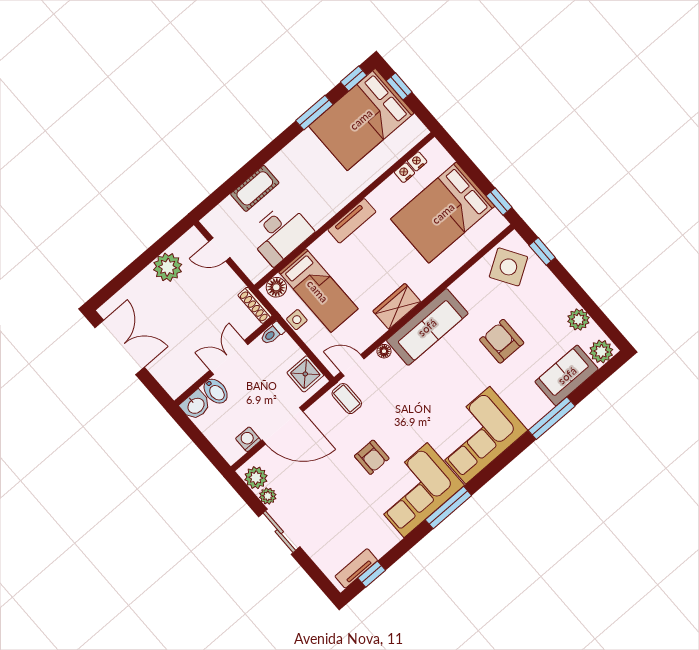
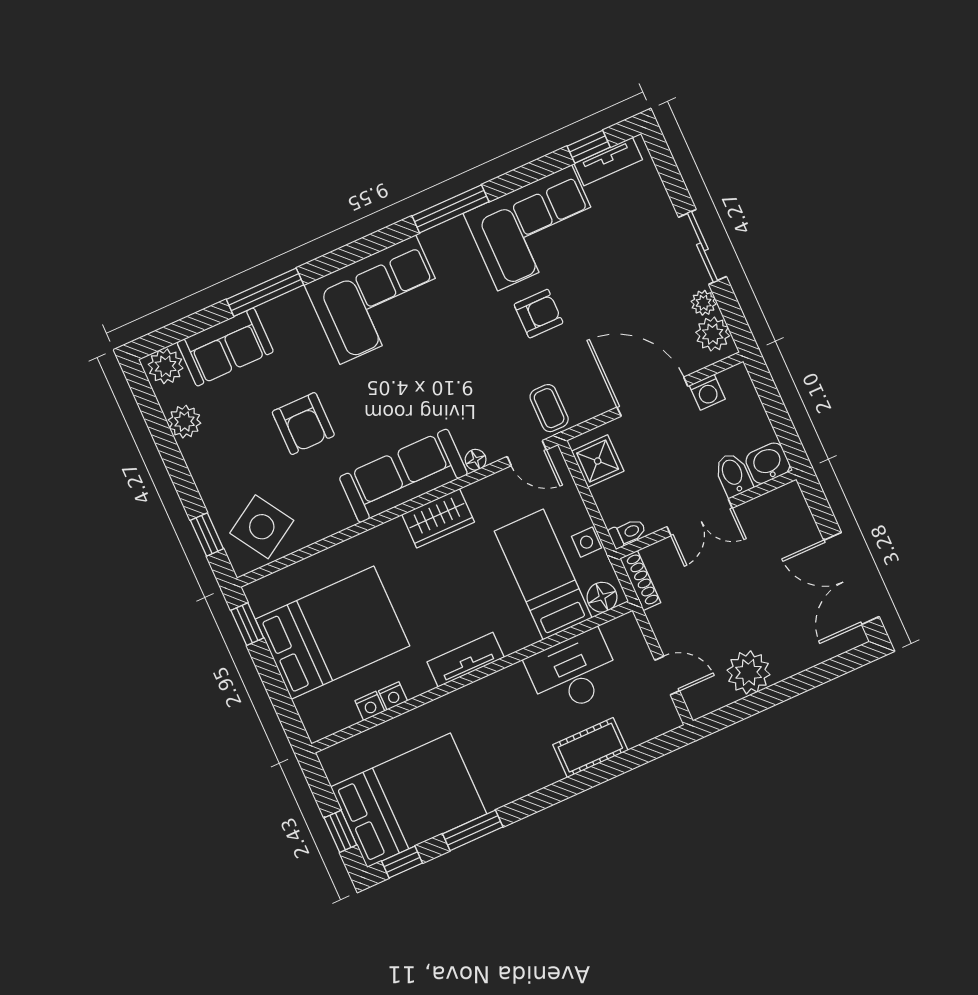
nightstand: (417, 161) -> (393, 696), moved
armchair: (372, 457) -> (539, 314), turned 90
corner sofa: (416, 490) -> (535, 228), moved

